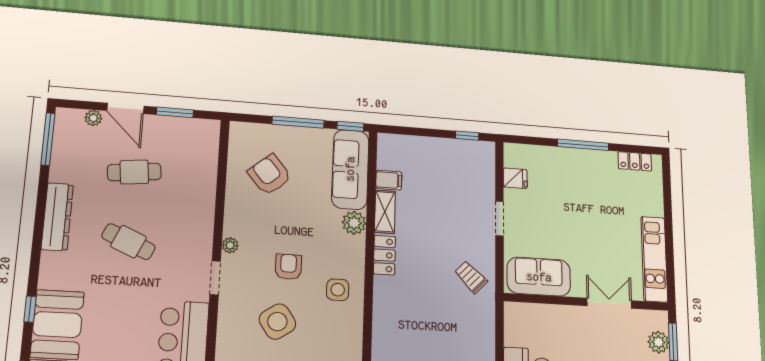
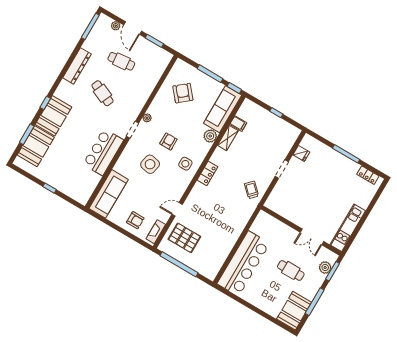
window: (467, 136) -> (276, 113), moved
locker: (384, 255) -> (207, 173), moved
sofa: (539, 277) -> (285, 207), removed
double door: (609, 303) -> (312, 237), swing flipped
side table: (277, 322) -> (150, 164), turned 45

